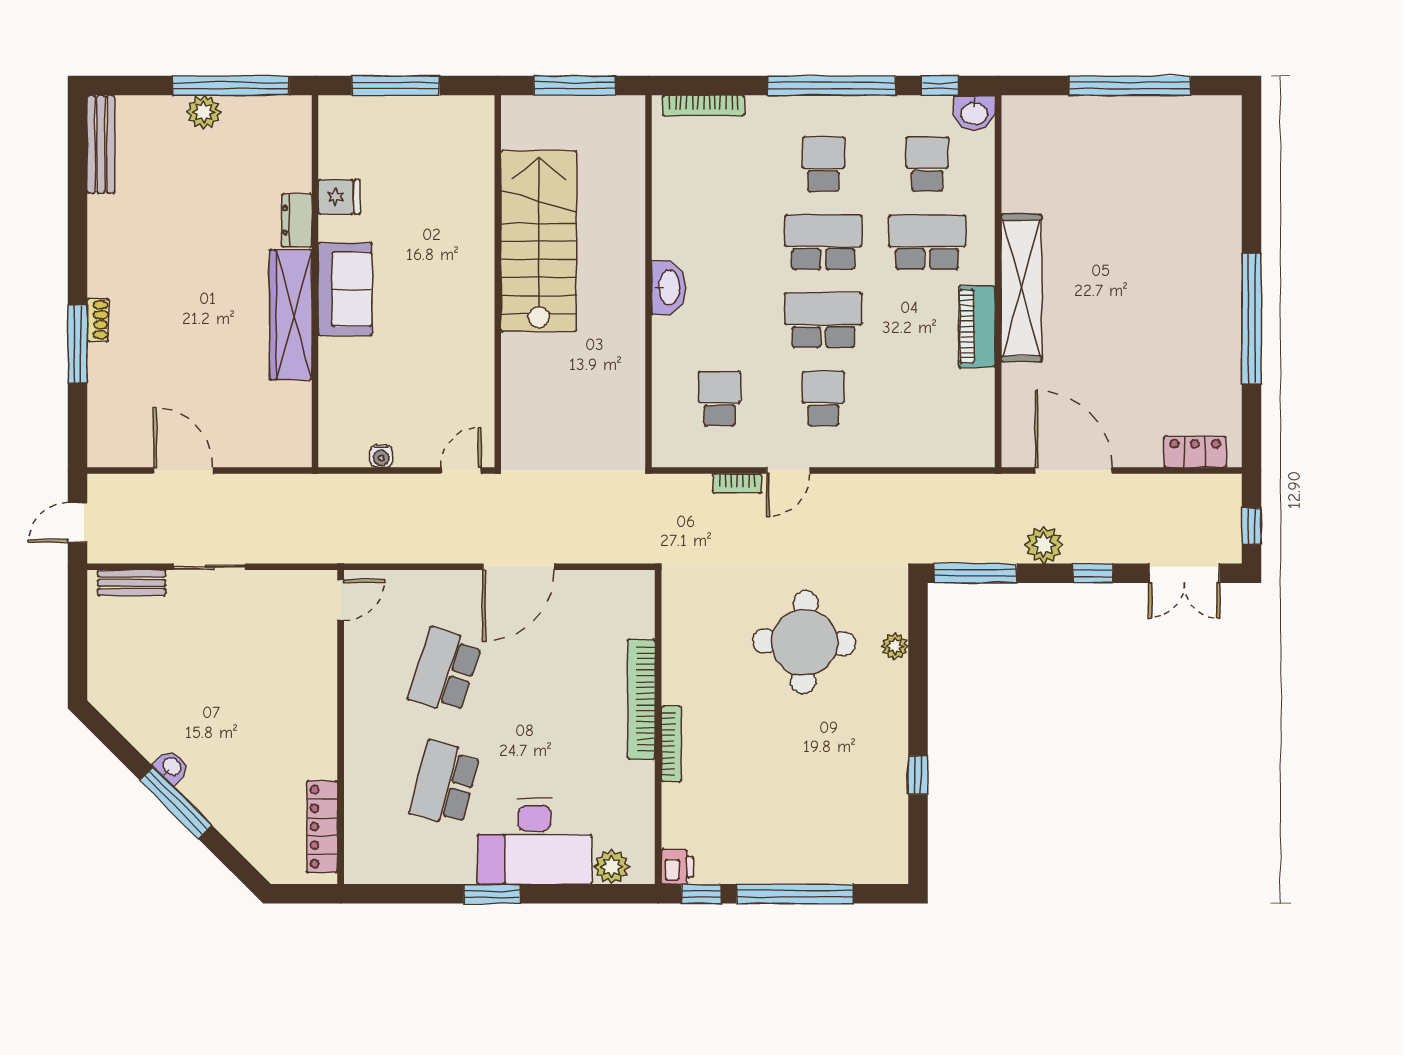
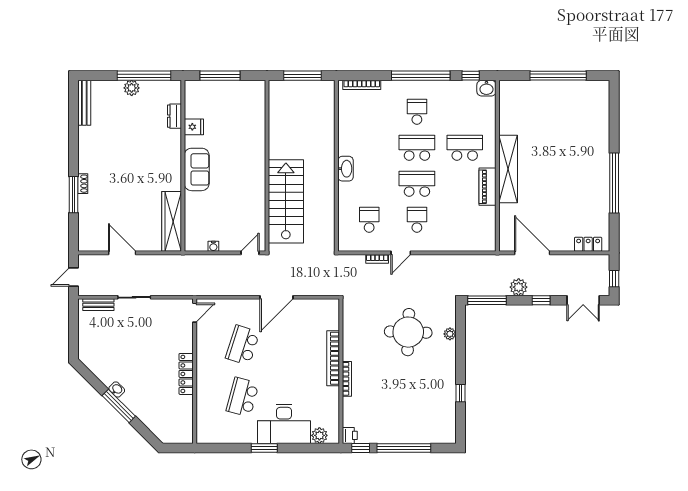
school desk: (927, 164) -> (465, 112), removed
dresser: (297, 220) -> (174, 116), moved
stairs: (539, 241) -> (286, 201), moved
wardrobe: (291, 315) -> (172, 221), moved
locker: (322, 827) -> (186, 374), moved

